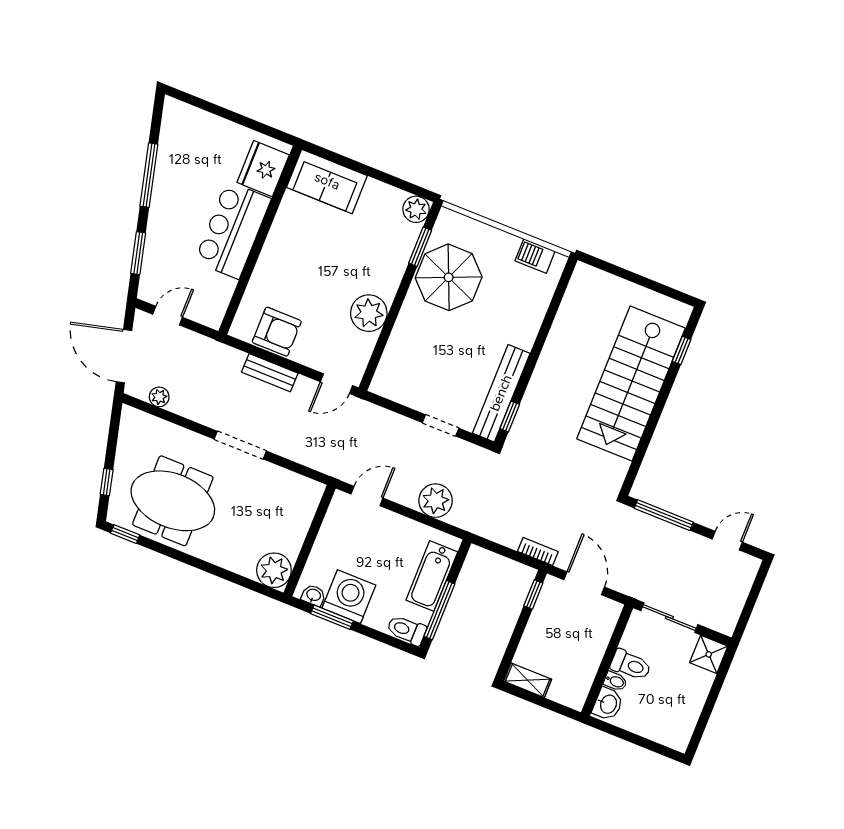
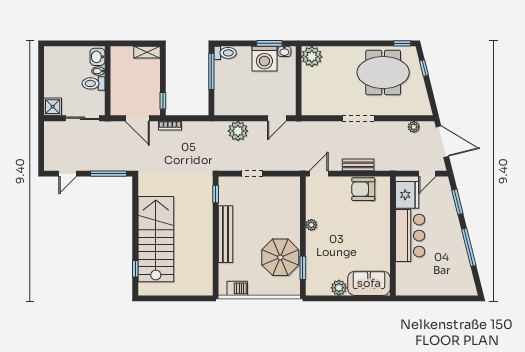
fridge: (263, 169) -> (407, 195), moved
plant: (416, 209) -> (339, 288), moved
plant: (369, 313) -> (311, 225), width x0.53, depth x0.53
bench: (501, 393) -> (225, 234), moved
bathtub: (432, 576) -> (223, 88), removed

